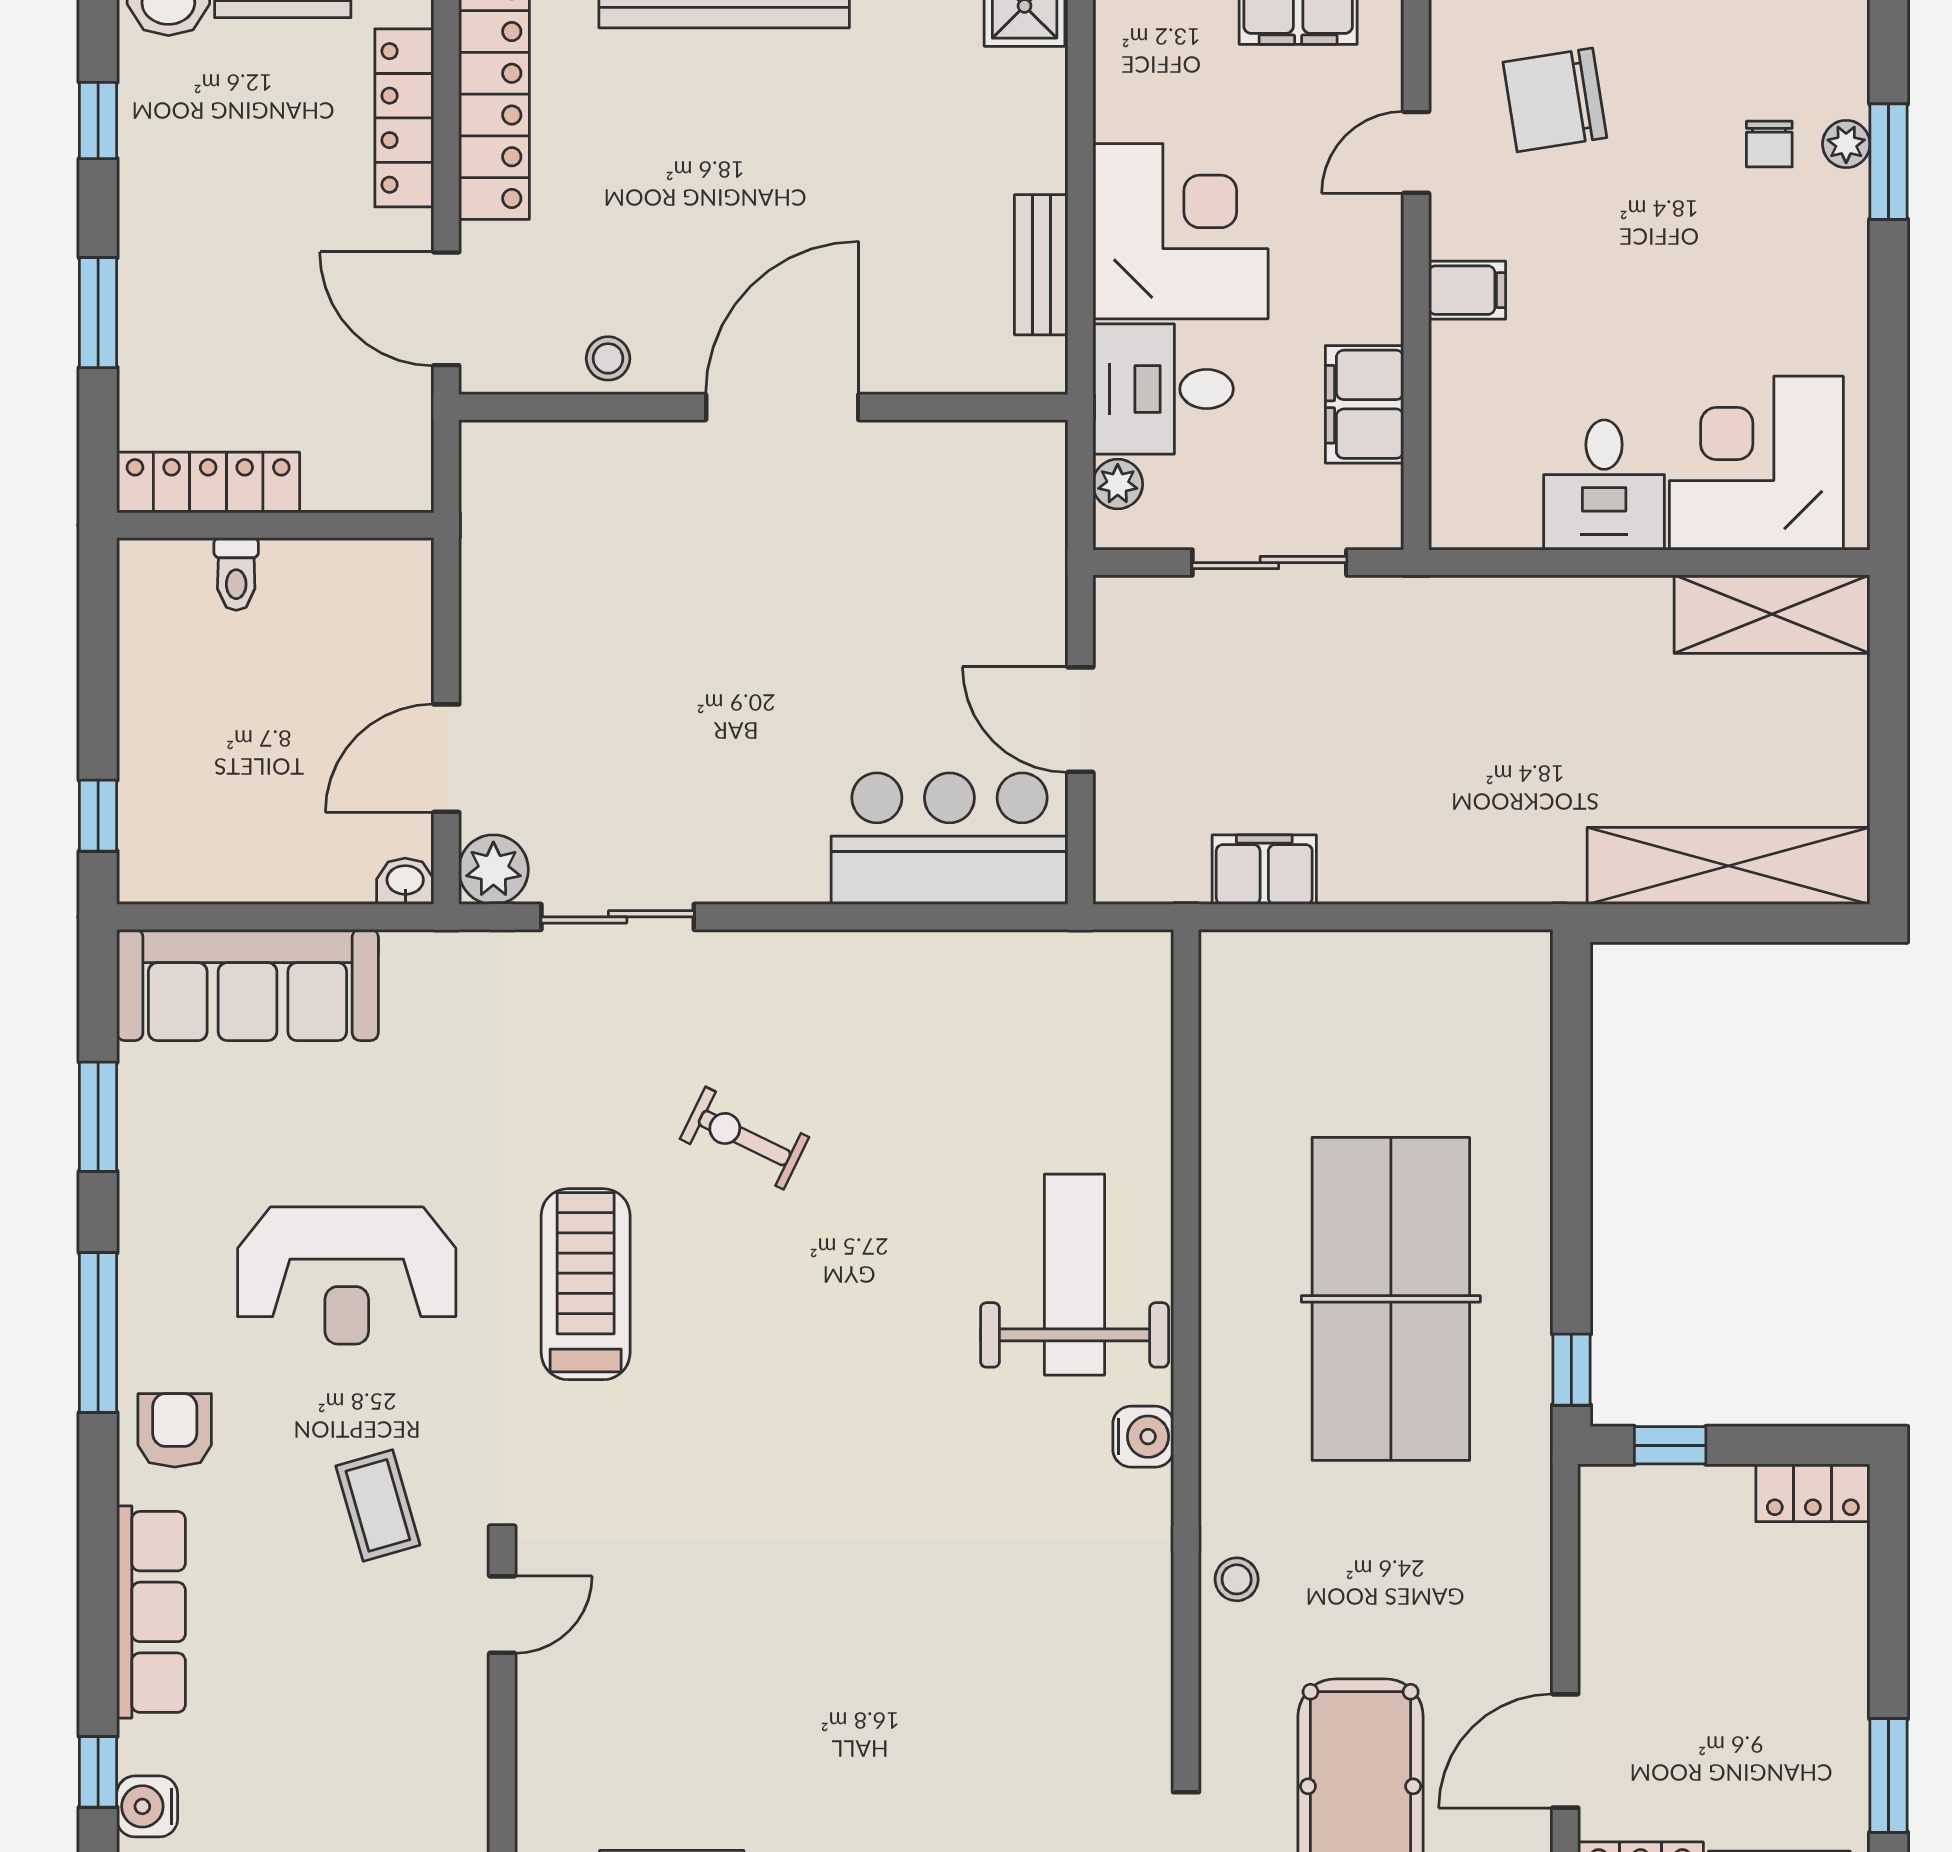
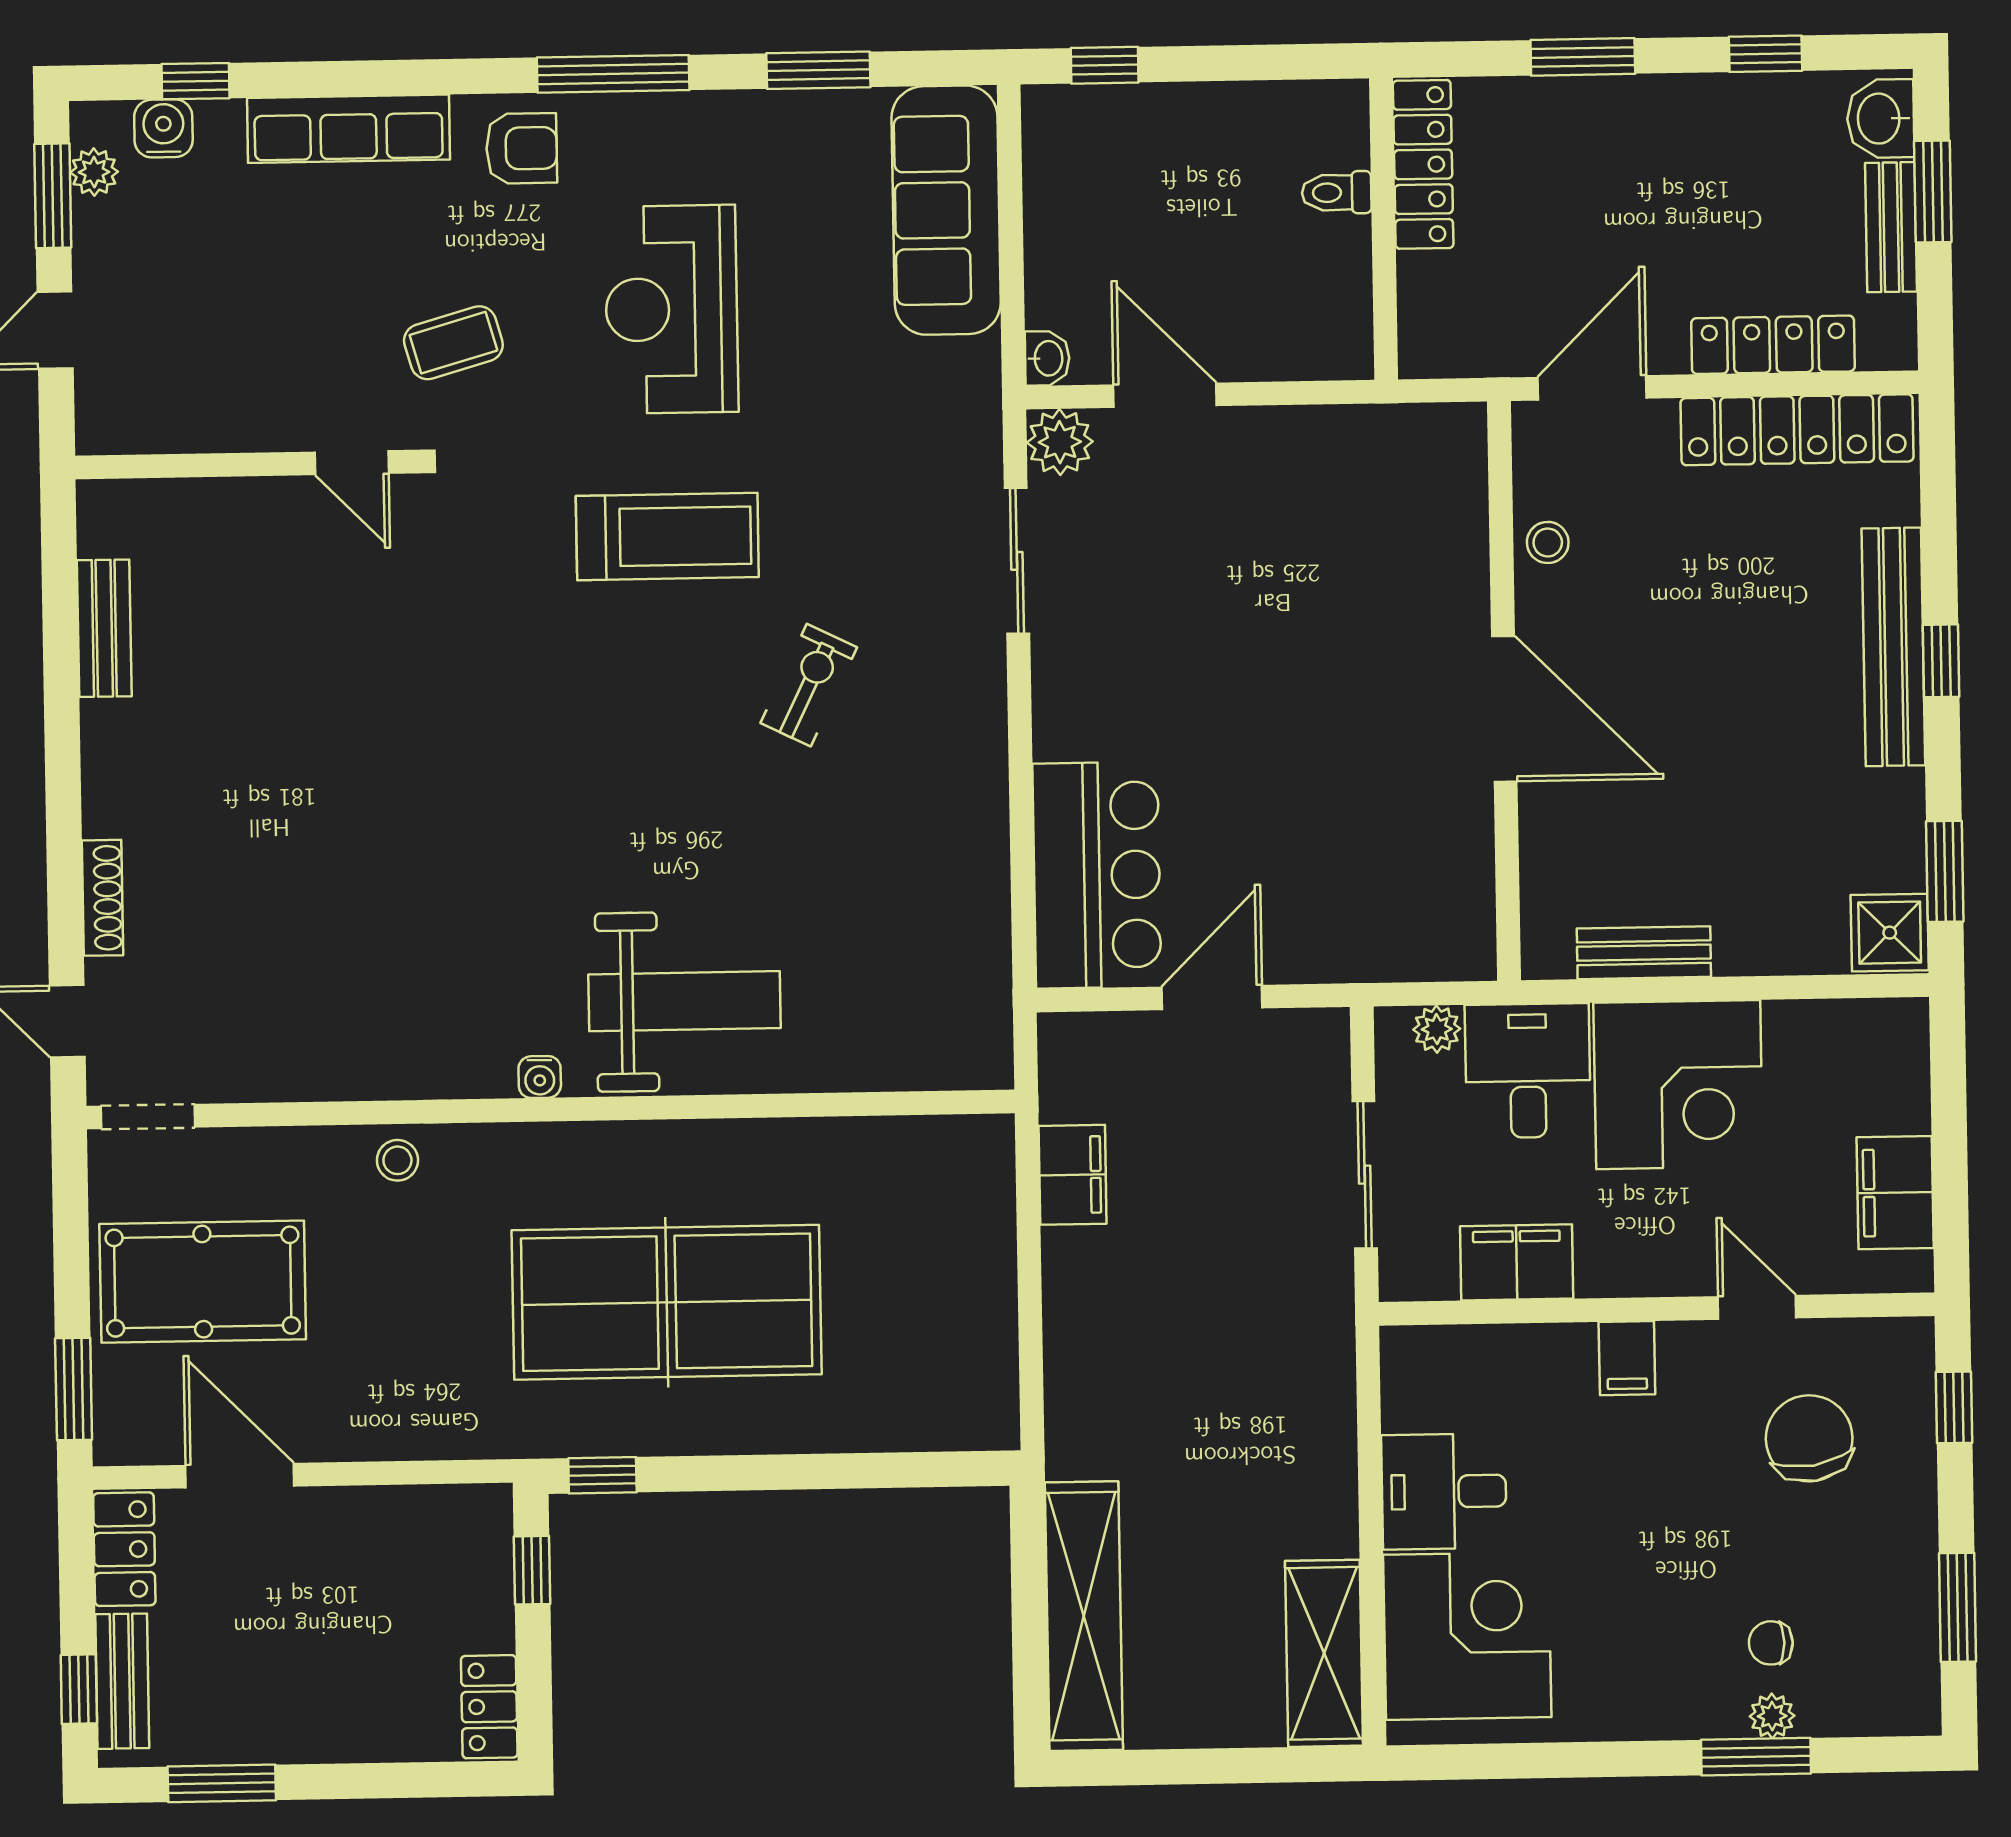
water cooler: (1143, 1437) -> (540, 1077), width x0.72, depth x0.72

